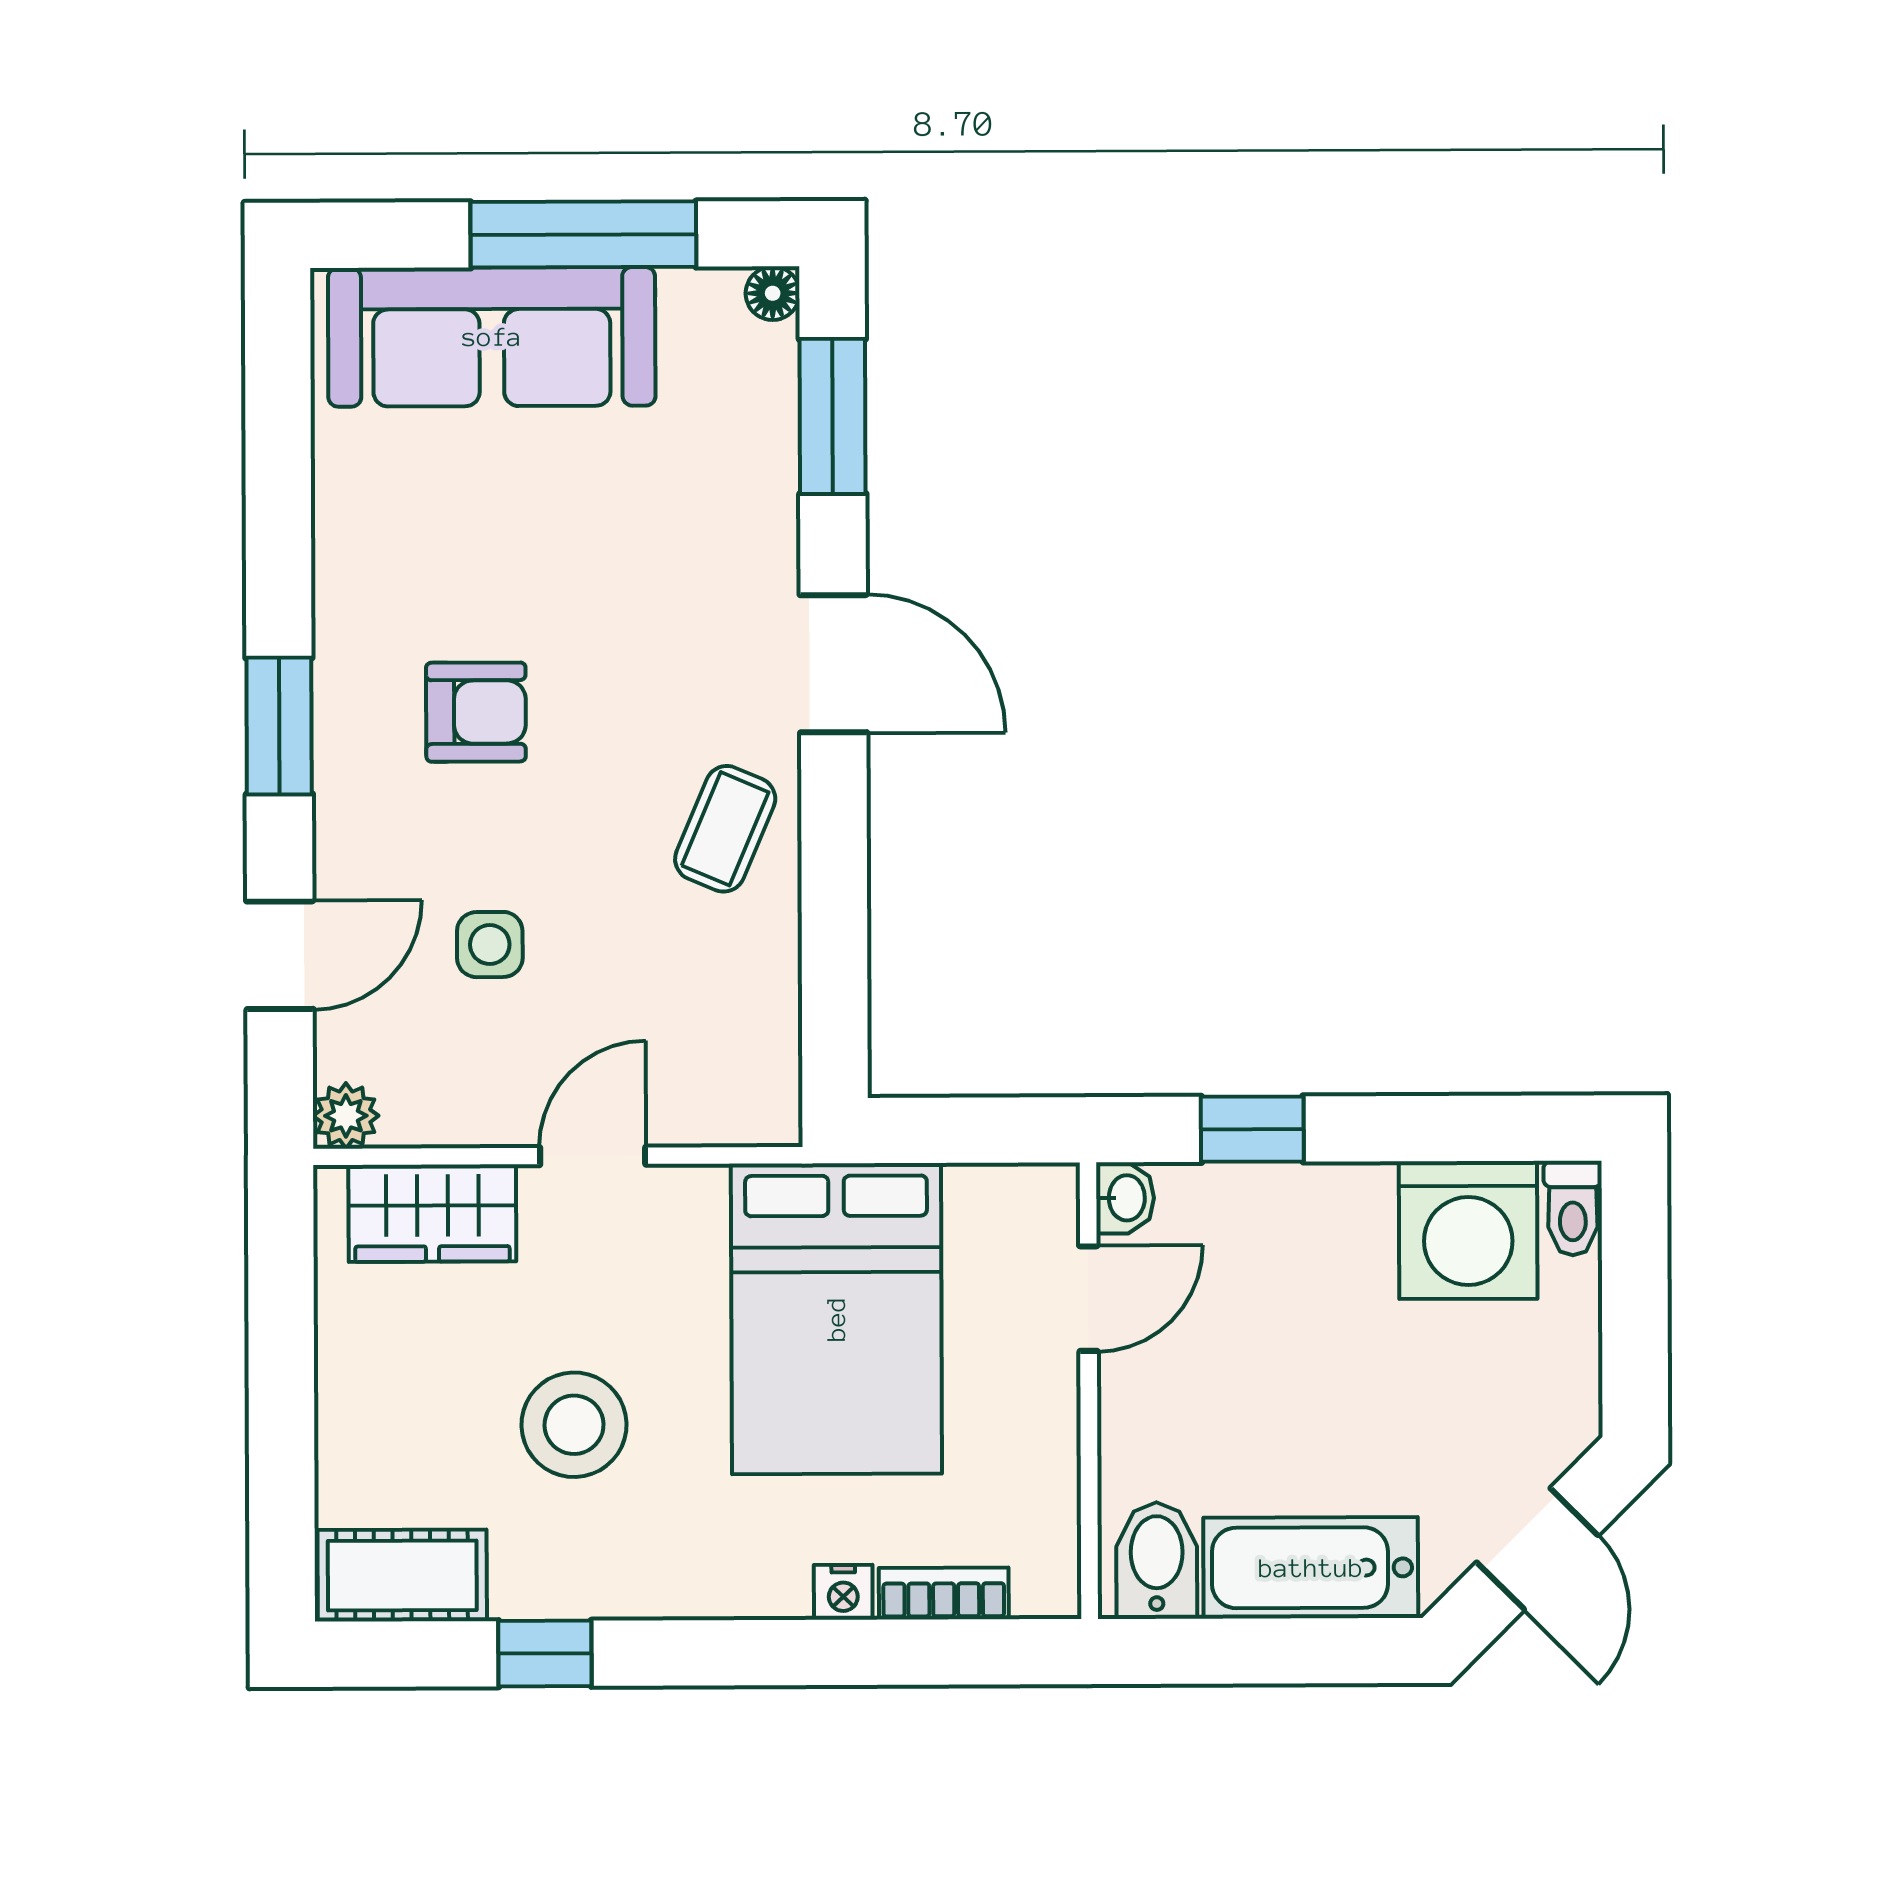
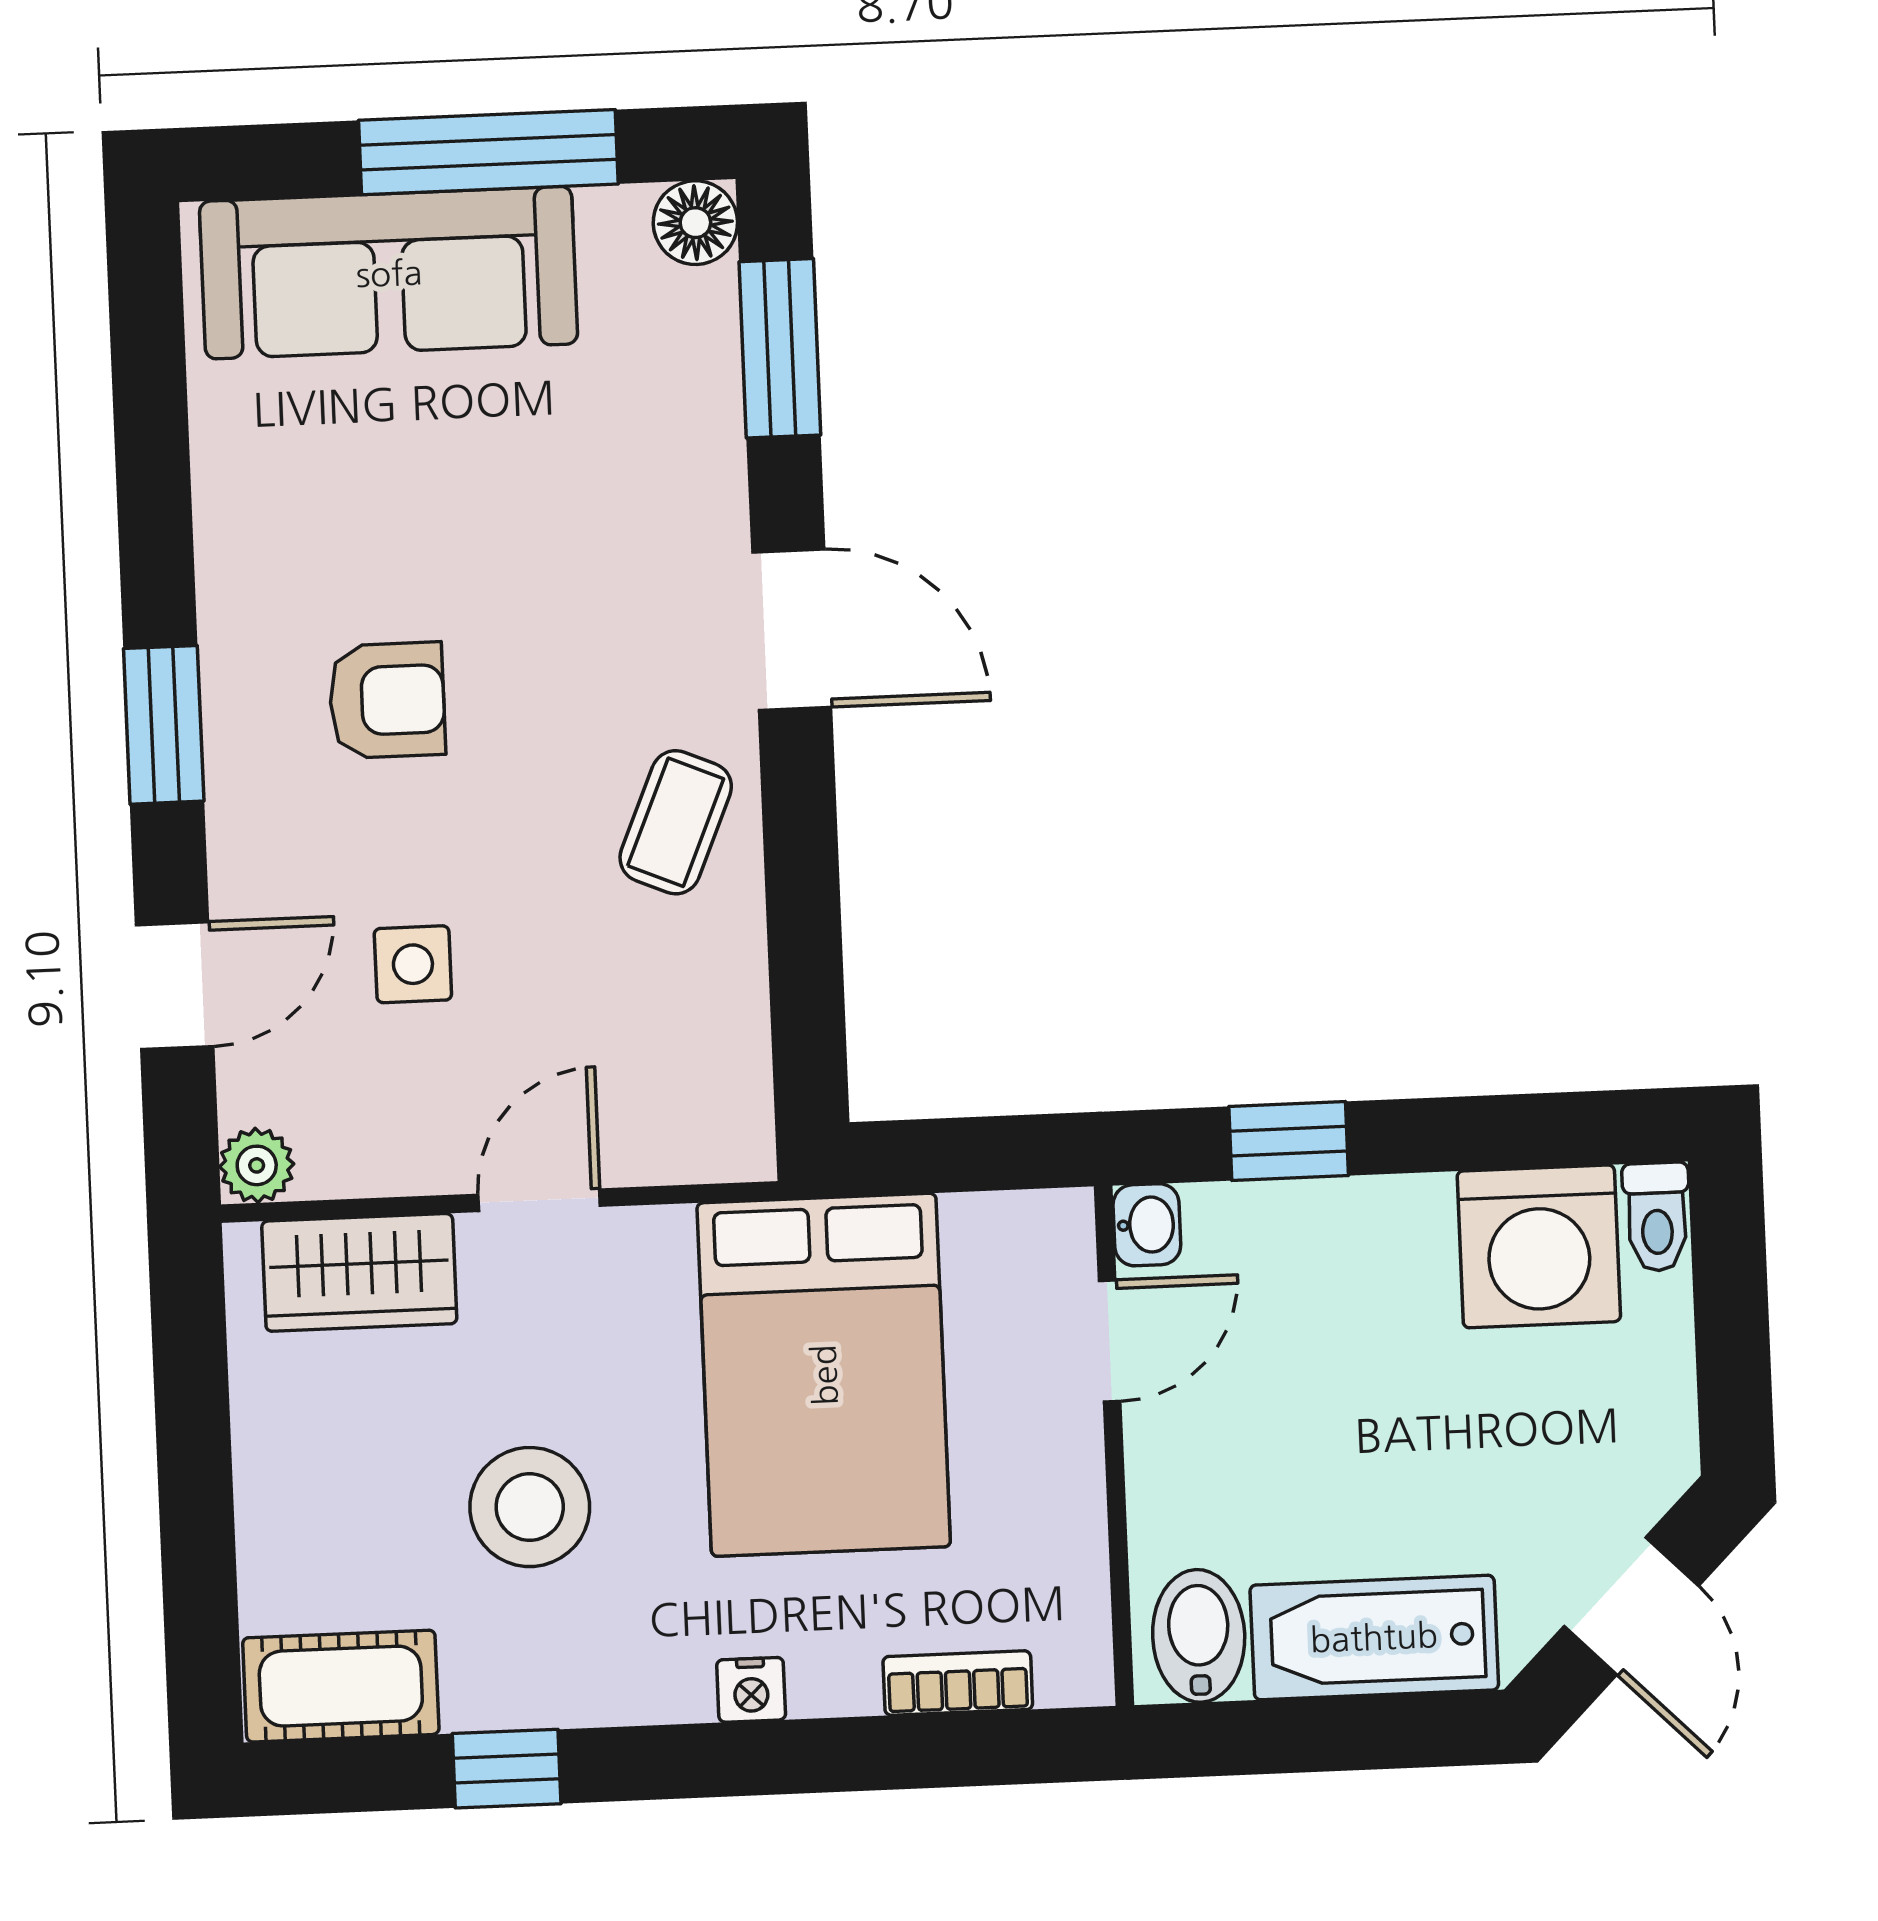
floor lamp: (773, 293) -> (695, 223), width x1.37, depth x1.37
nightstand: (843, 1592) -> (751, 1690), moved

